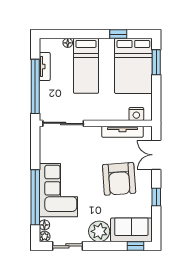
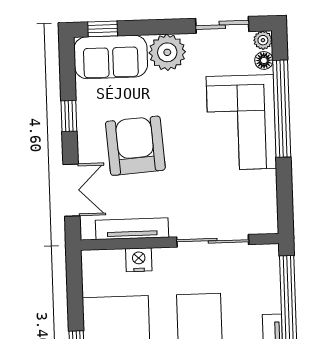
nightstand: (136, 114) -> (139, 260), moved
sliding door: (63, 123) -> (213, 241), moved

